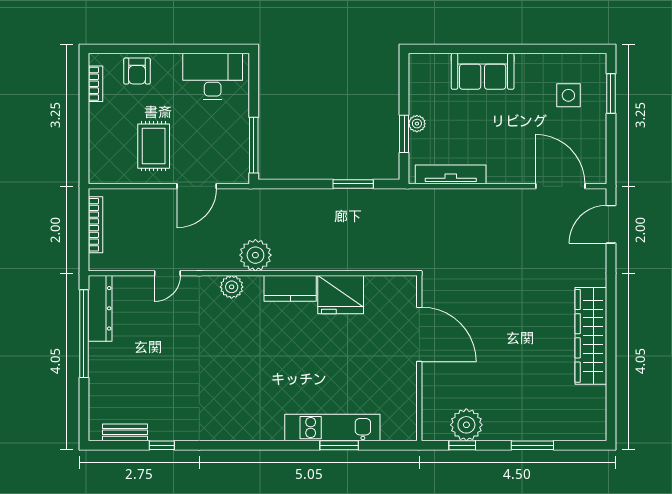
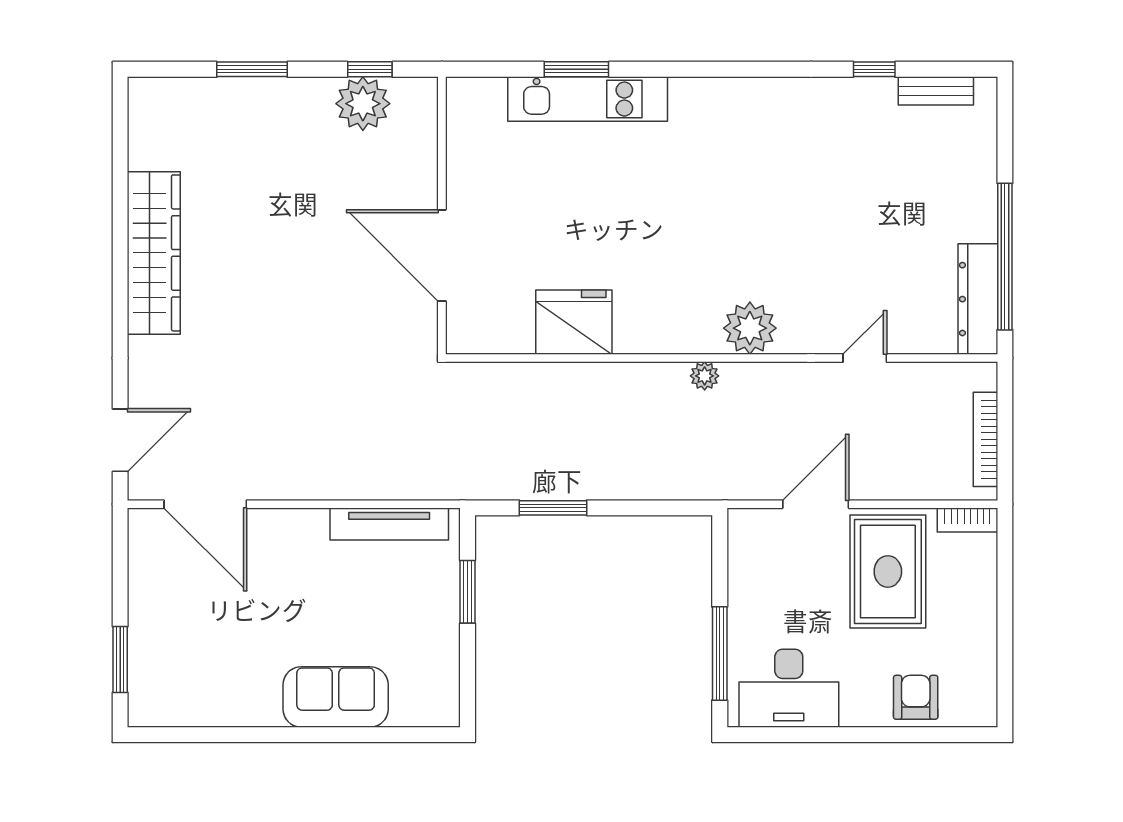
bookcase: (95, 84) -> (967, 520), moved, turned -90
side table: (568, 95) -> (192, 657), removed
plant: (417, 124) -> (446, 609), removed
window: (254, 145) -> (720, 653), moved
rug: (154, 146) -> (888, 571), width x1.36, depth x1.43
plant: (255, 255) -> (705, 376), width x0.53, depth x0.53
plant: (232, 287) -> (750, 328), width x1.36, depth x1.36
kitchen counter: (290, 288) -> (659, 333), removed

